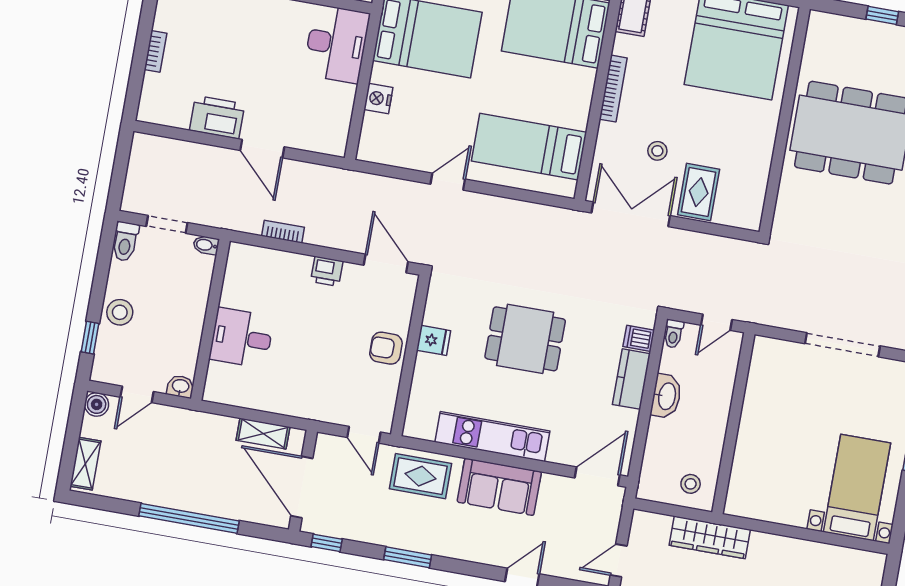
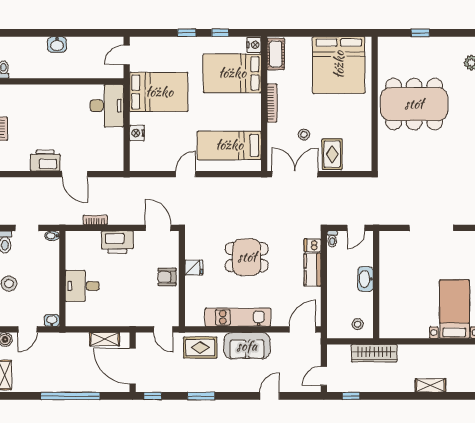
printer: (327, 271) -> (117, 242), width x1.87, depth x1.48
washbasin: (666, 396) -> (365, 279), moved, turned 180

